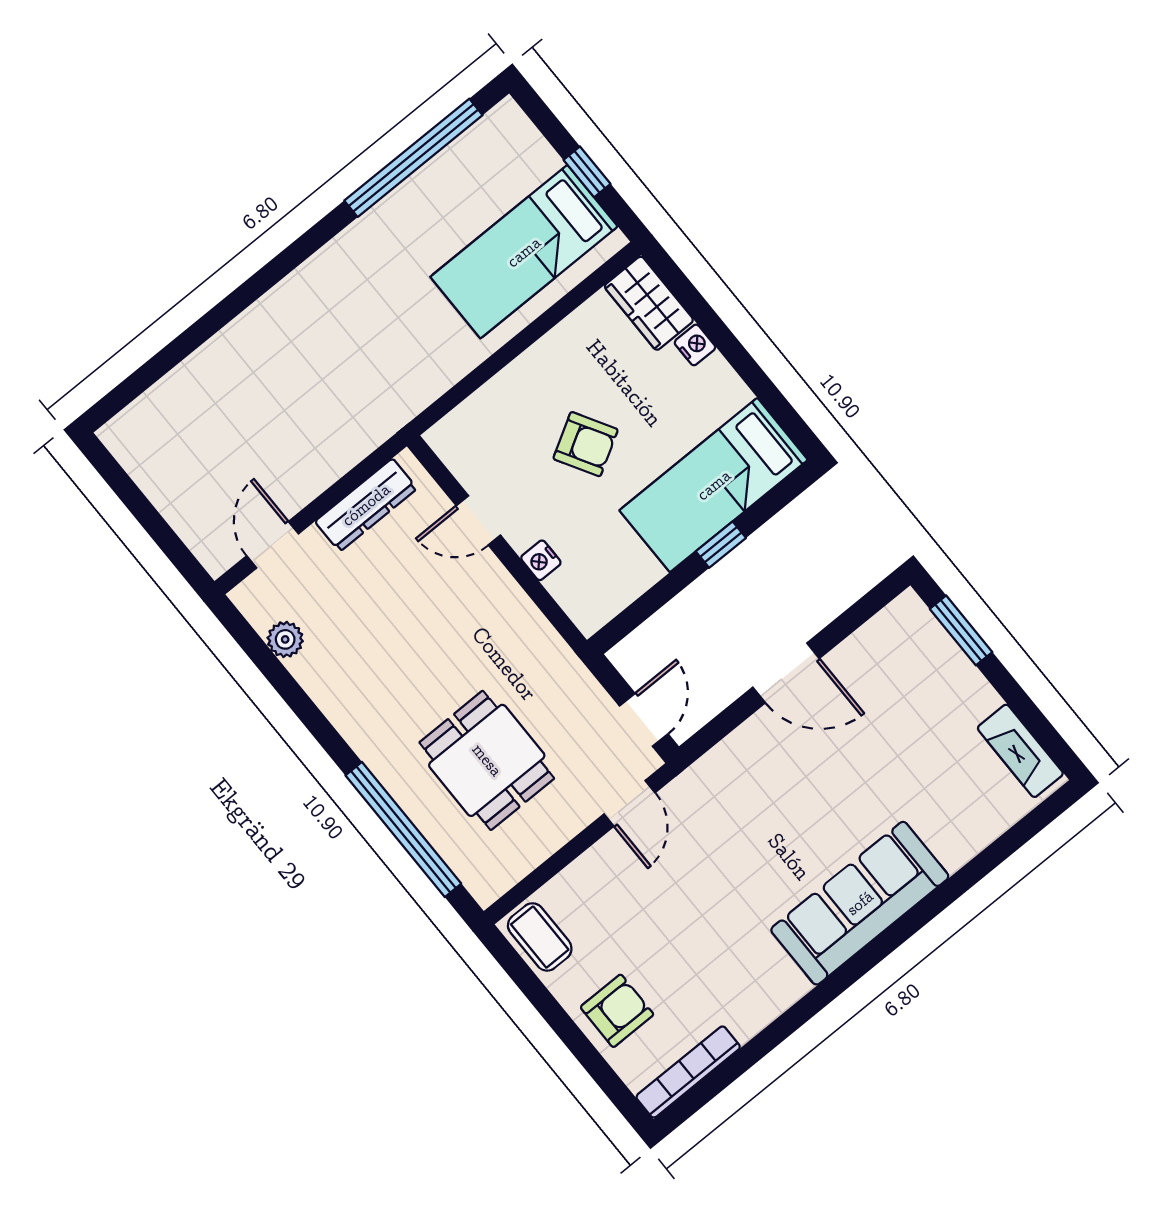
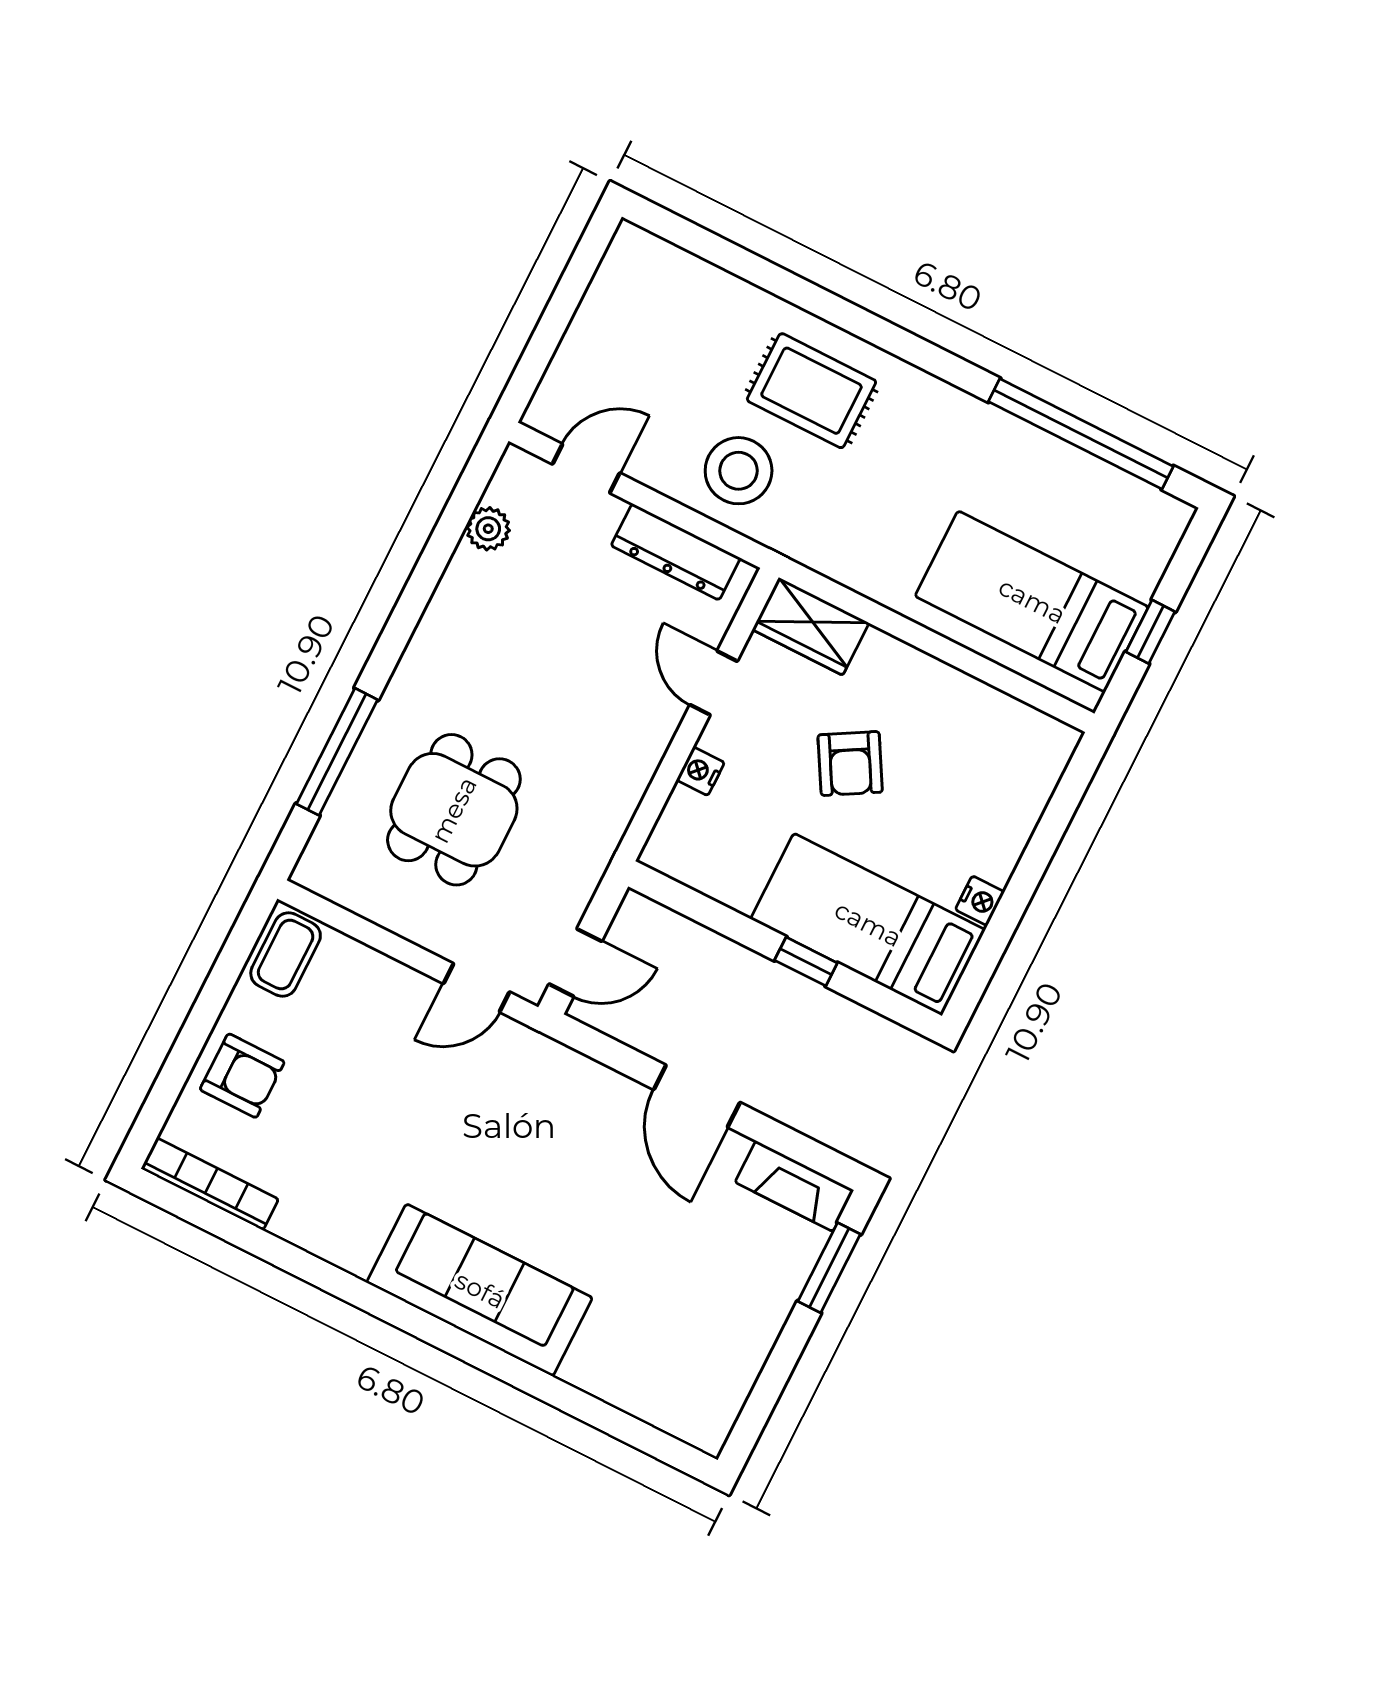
wardrobe: (649, 303) -> (811, 626), moved, turned -90
nightstand: (695, 345) -> (980, 901), moved
rug: (290, 348) -> (811, 391), added
stool: (326, 430) -> (739, 471), added
fireplace: (1020, 751) -> (794, 1186), moved, turned -90
window: (403, 829) -> (337, 752), width x0.68

